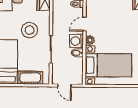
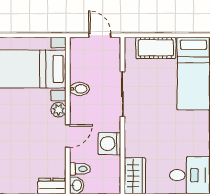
stool: (29, 30) -> (158, 125), removed
washing machine: (76, 41) -> (109, 144), moved, turned 180

